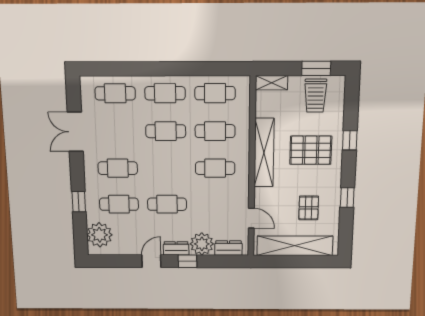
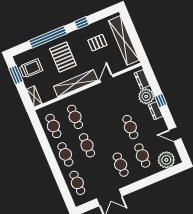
window: (350, 140) -> (48, 37), width x3.17
cafe table: (215, 168) -> (97, 108), removed
window: (79, 202) -> (151, 180), removed
door: (251, 218) -> (106, 79), moved
door: (151, 261) -> (175, 134), moved

